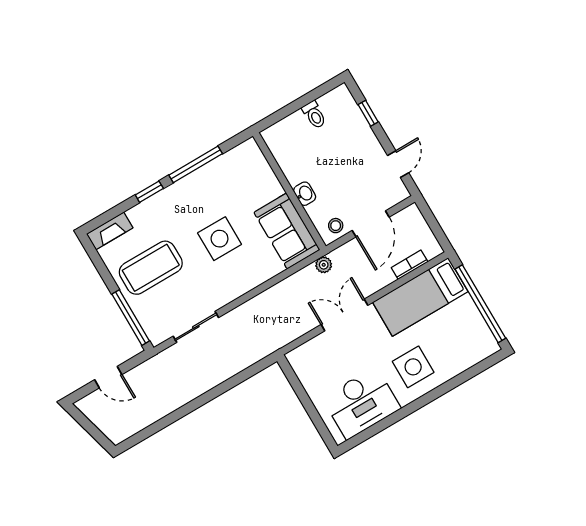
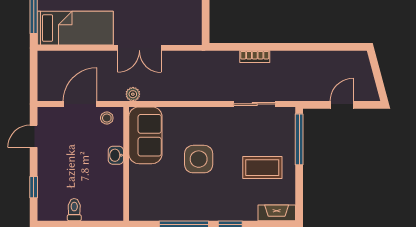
bookcase: (410, 265) -> (255, 57), moved
coffee table: (151, 268) -> (262, 168), width x0.73, depth x0.76
door: (108, 377) -> (342, 105), hinge flipped

